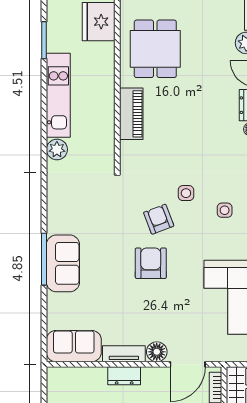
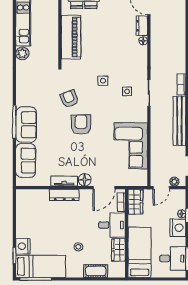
piano: (131, 114) -> (71, 37), width x1.37, depth x1.33
armchair: (159, 219) -> (69, 99), moved
sofa: (74, 346) -> (26, 160), moved, turned 90
dresser: (124, 376) -> (64, 195), width x1.44

